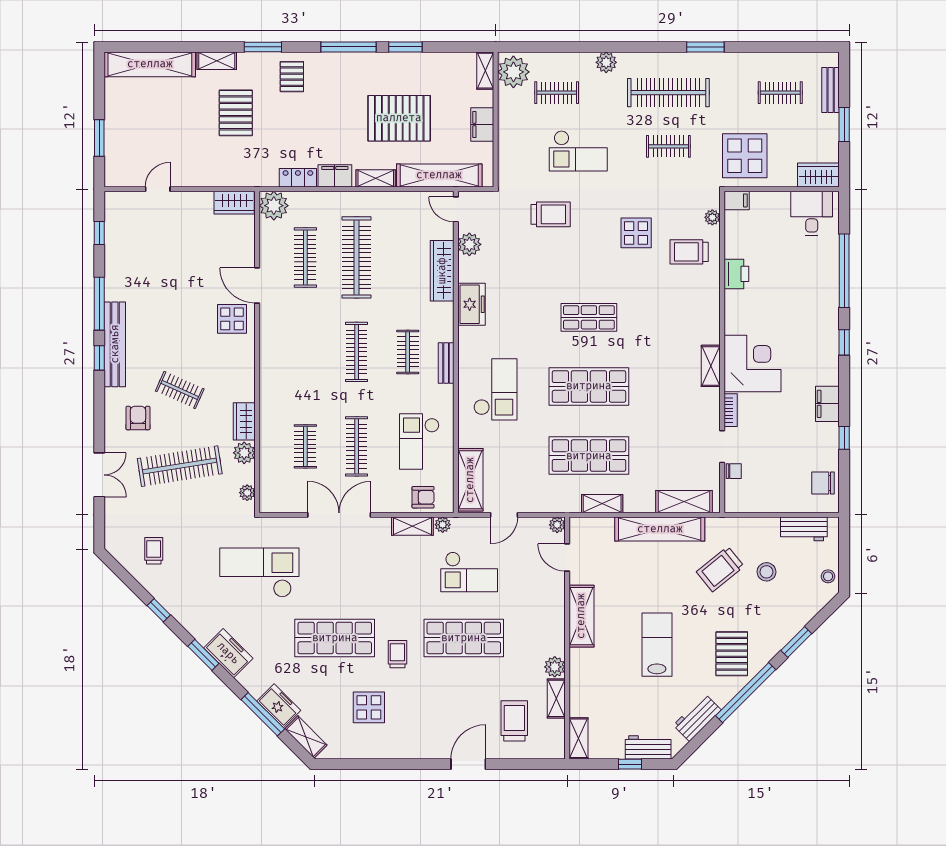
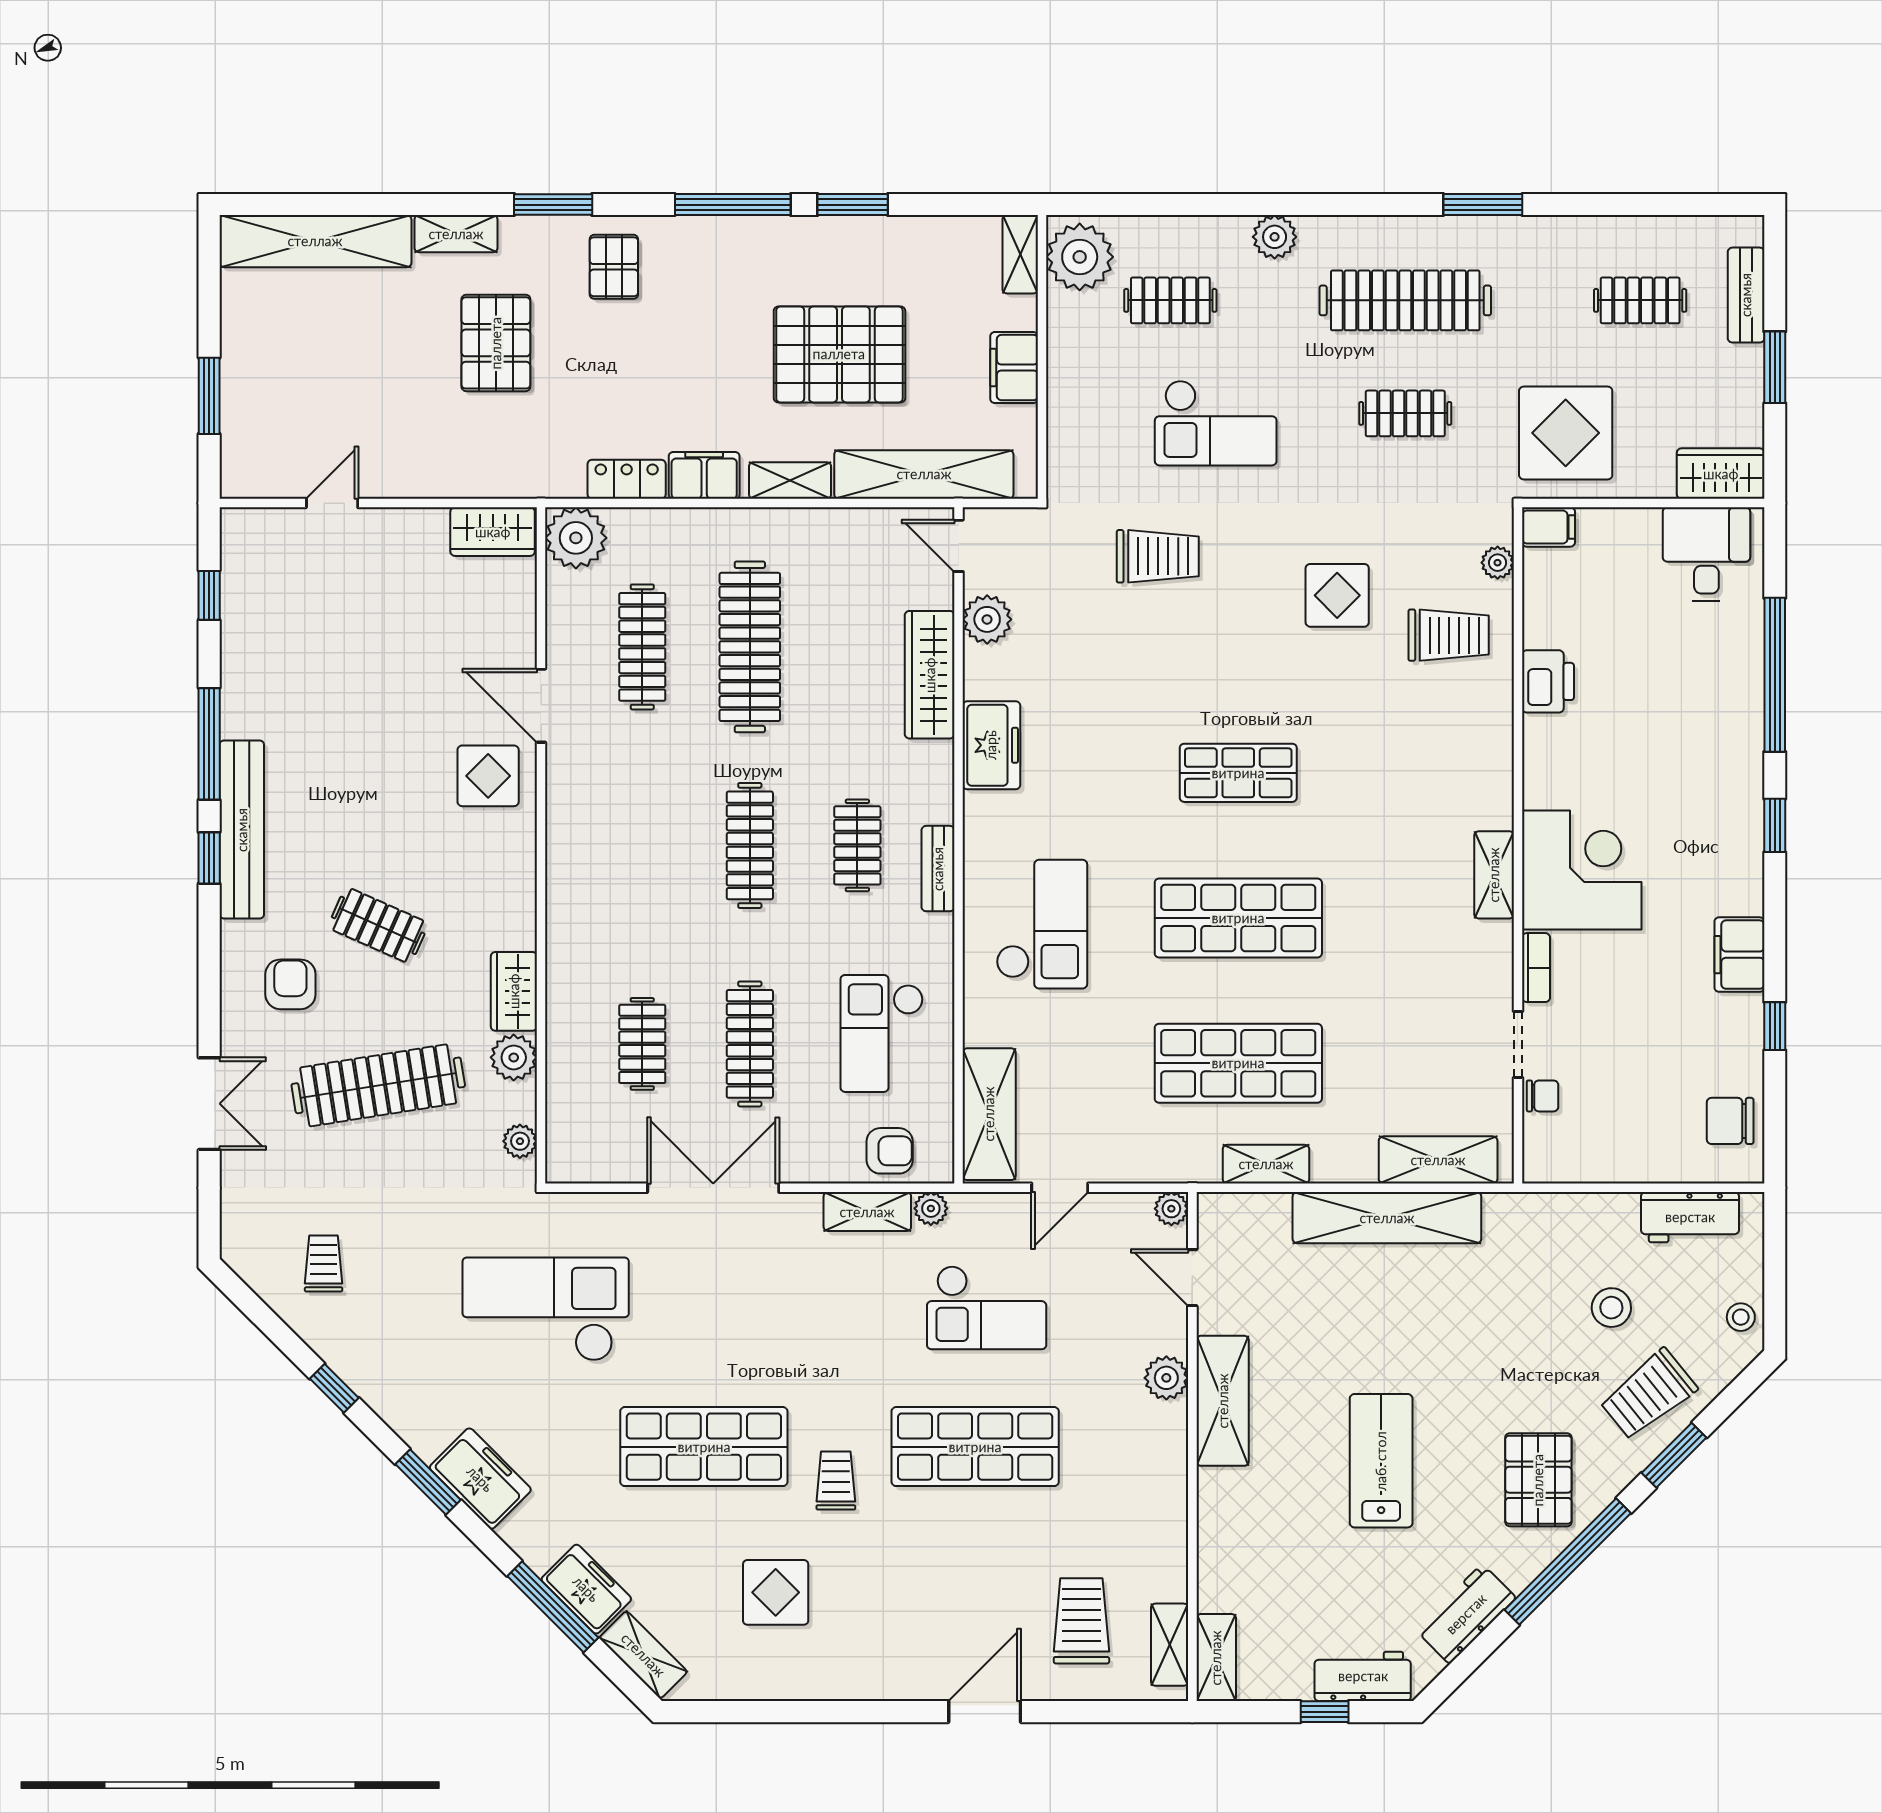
trolley: (689, 252) -> (1449, 635), turned 180
trolley: (720, 569) -> (1648, 1394), moved
plant: (555, 667) -> (1166, 1378), moved
shelving: (556, 698) -> (1170, 1645), moved

